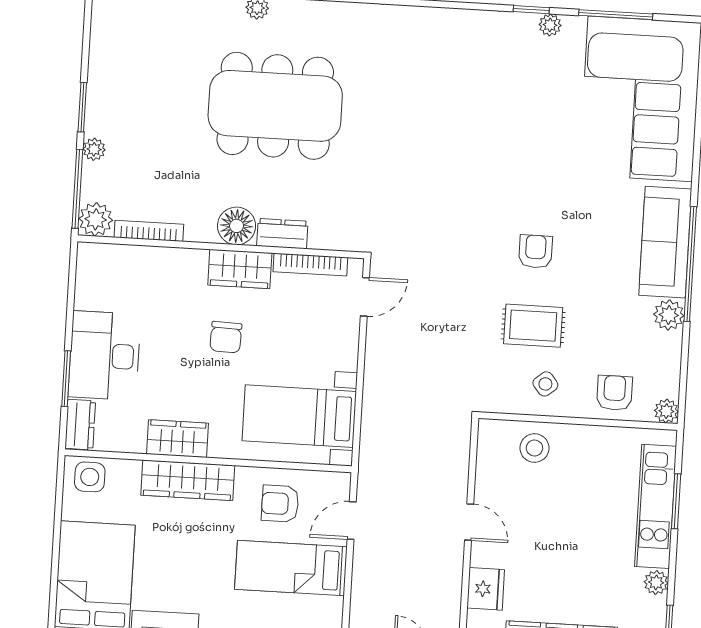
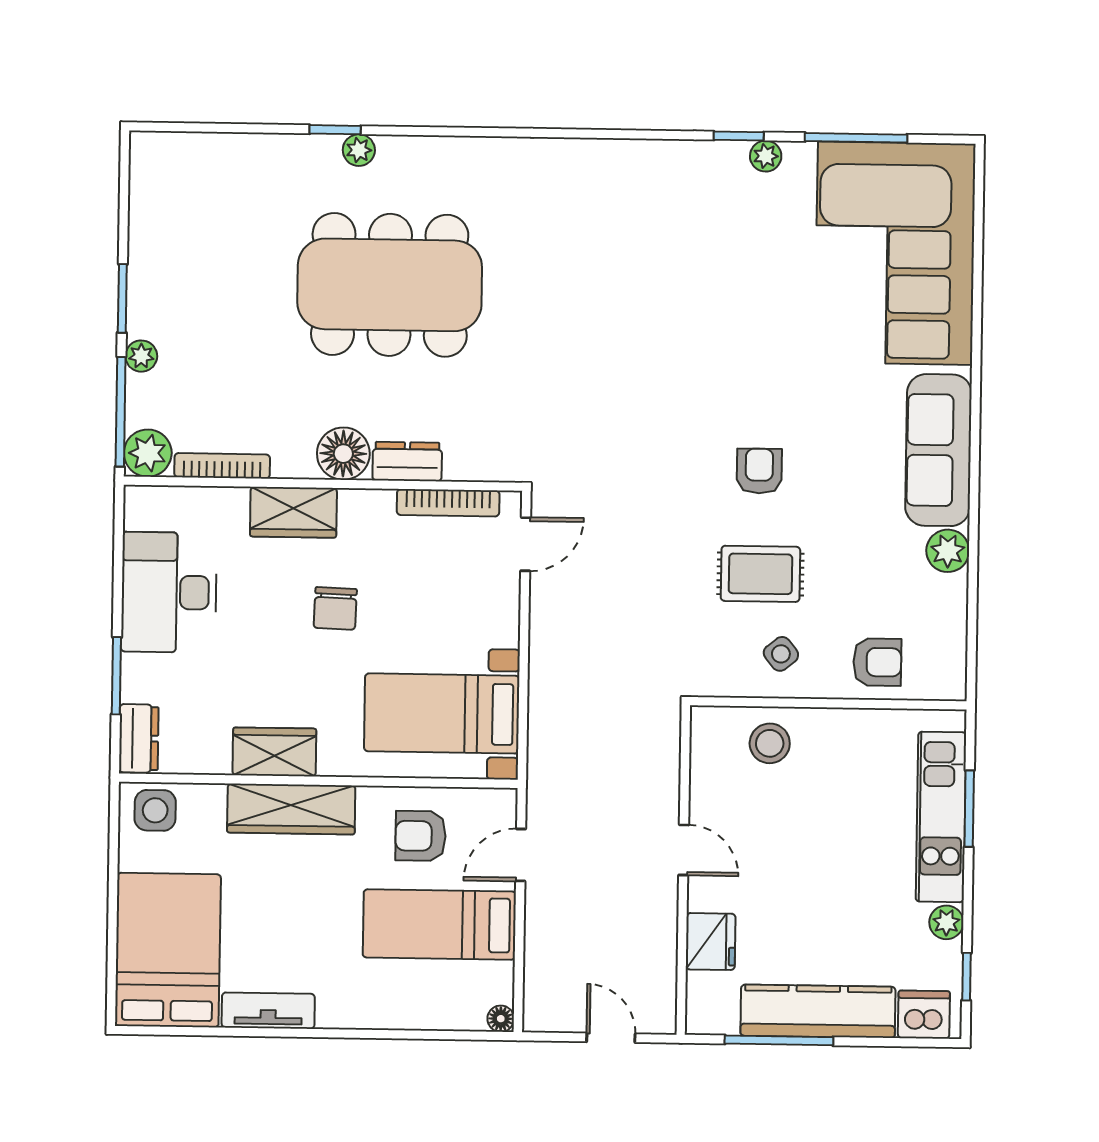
window: (690, 264) -> (974, 479), removed
wardrobe: (240, 269) -> (293, 512), moved
desk: (104, 356) -> (169, 592), moved
armchair: (615, 393) -> (877, 662), turned 90
plant: (666, 411) -> (950, 684), removed

